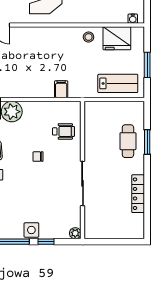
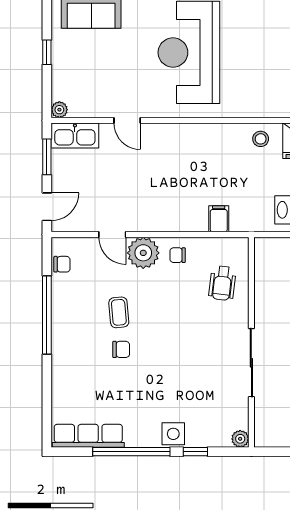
wheelchair: (64, 131) -> (222, 283), turned 97
chair: (38, 157) -> (178, 255), moved

